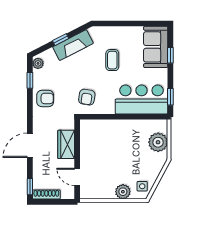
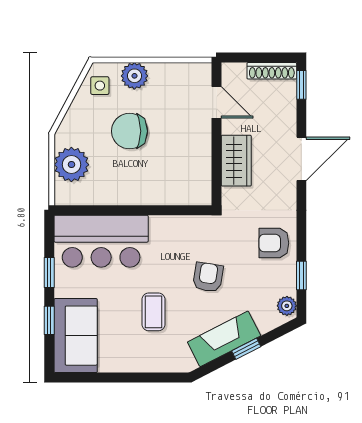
armchair: (87, 97) -> (208, 277), moved
window: (170, 97) -> (49, 273), moved
chair: (126, 161) -> (130, 131), added

